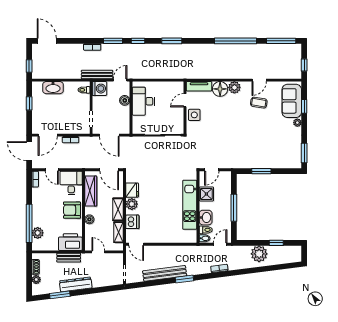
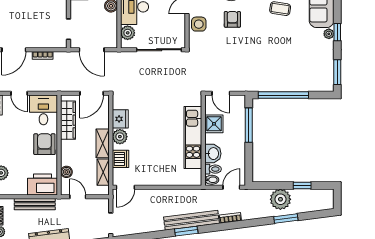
window: (304, 106) -> (337, 32), moved
armchair: (221, 111) -> (232, 19), added
plant: (138, 122) -> (128, 33), added
door: (109, 170) -> (92, 93), hinge flipped
door: (212, 170) -> (221, 93), hinge flipped
window: (261, 171) -> (283, 95), width x2.11
window: (234, 208) -> (249, 125), moved
armchair: (72, 210) -> (44, 144), turned 90
boiler: (89, 219) -> (66, 172), moved
door: (136, 244) -> (125, 187), hinge flipped
bench: (69, 258) -> (35, 204), width x1.36
window: (263, 269) -> (286, 218), added
bench: (165, 273) -> (191, 220), moved

